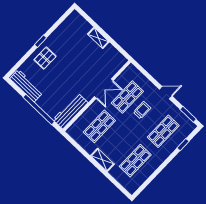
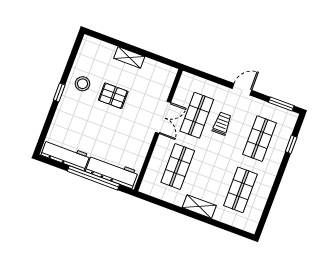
stool: (59, 42) -> (82, 84), added
pallet: (45, 58) -> (113, 96), moved, turned 90
workbench: (70, 111) -> (112, 171), moved, turned 90

